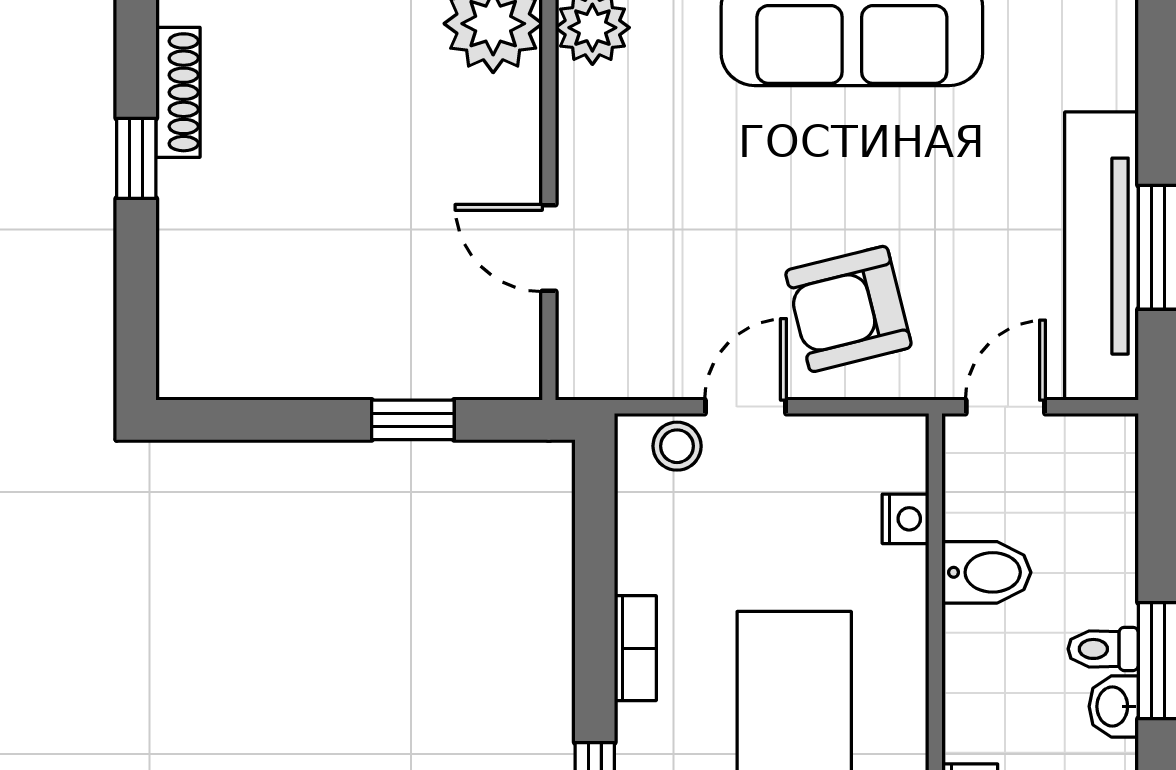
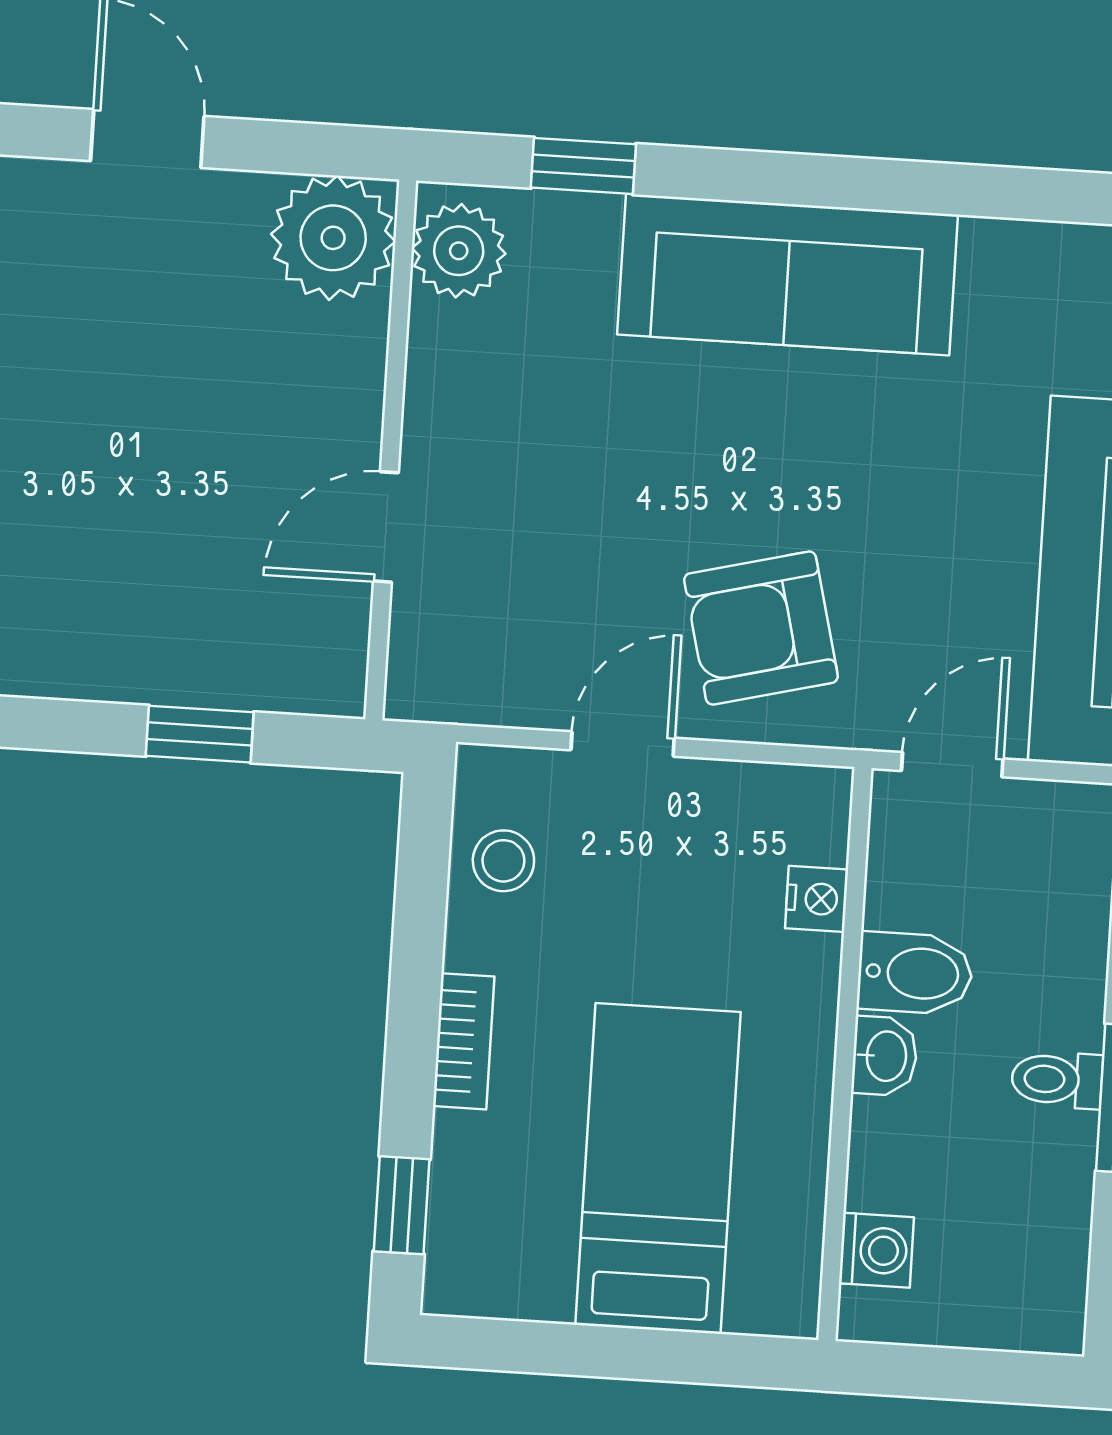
door: (549, 248) -> (386, 527), hinge flipped
stool: (677, 446) -> (503, 861), moved
washbasin: (1114, 706) -> (885, 1056), moved, turned 180

